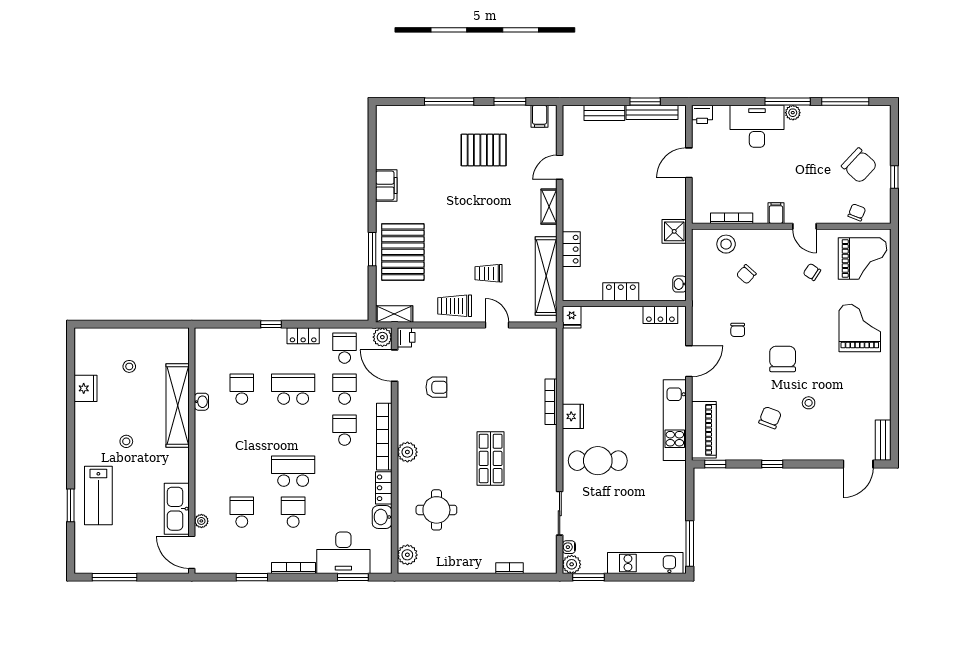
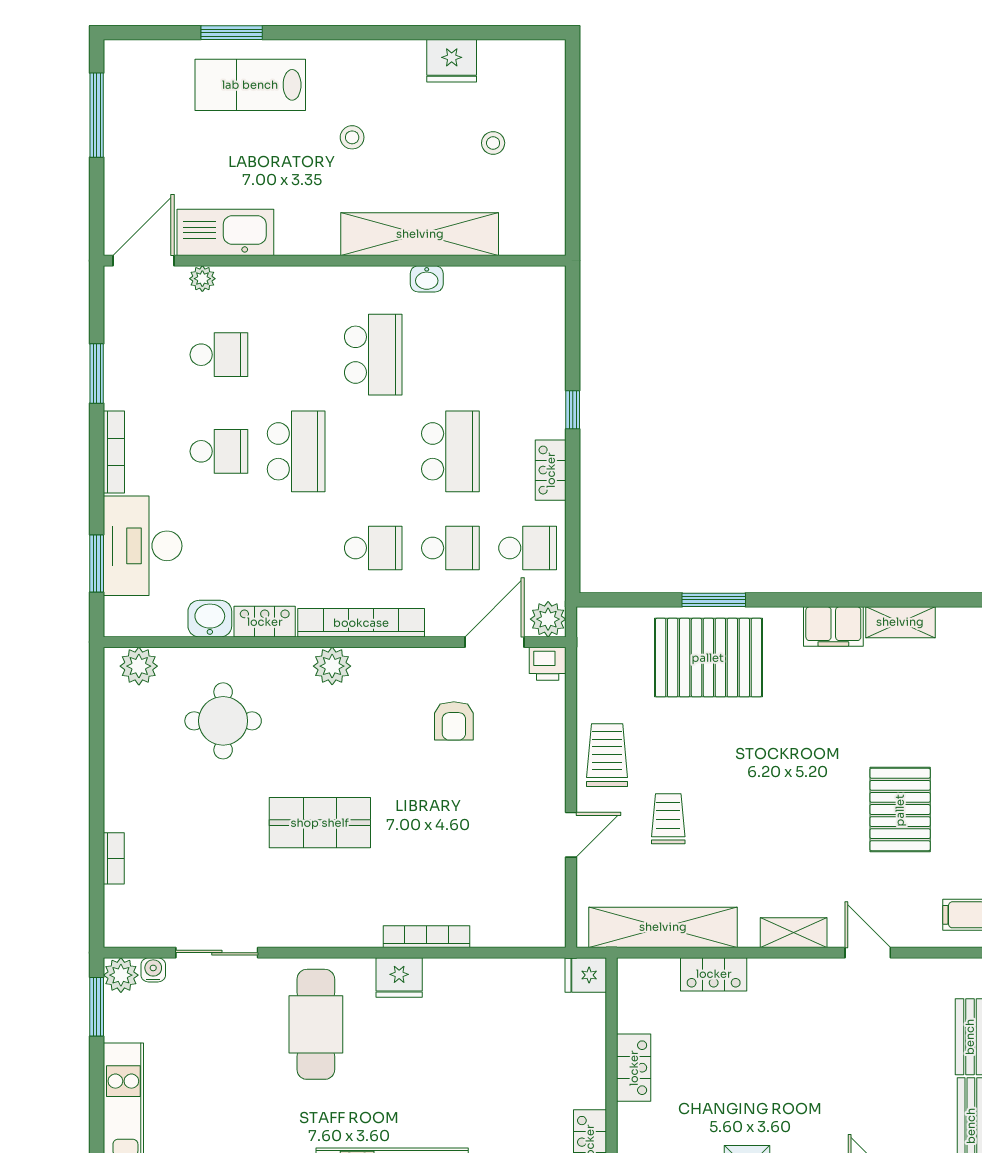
shelving: (394, 314) -> (900, 622), moved, turned 90
school desk: (242, 389) -> (373, 355), moved, width x1.85

